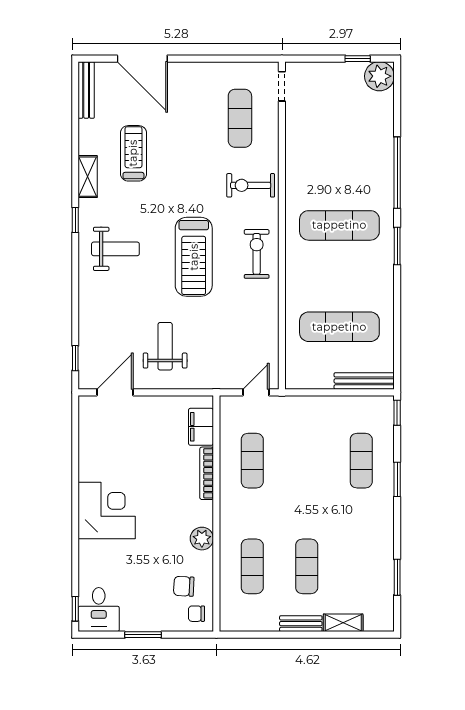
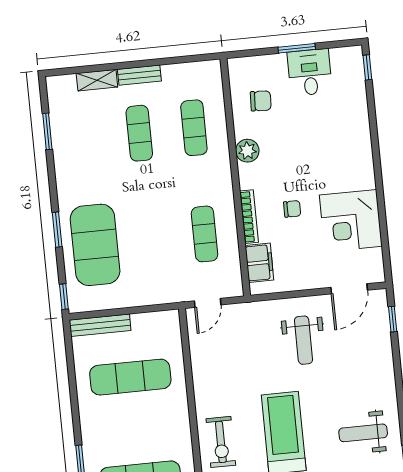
exercise mat: (361, 461) -> (95, 245), width x2.00, depth x1.45
corner desk: (107, 511) -> (351, 221), moved
desk: (99, 610) -> (310, 72), moved
chair: (196, 614) -> (292, 209), moved

